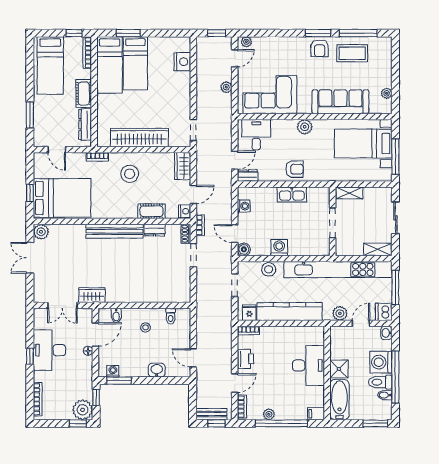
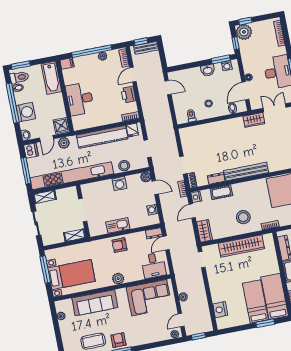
shower: (339, 369) -> (61, 125), moved
washbasin: (157, 370) -> (208, 70), moved
toilet: (380, 382) -> (19, 77), moved

